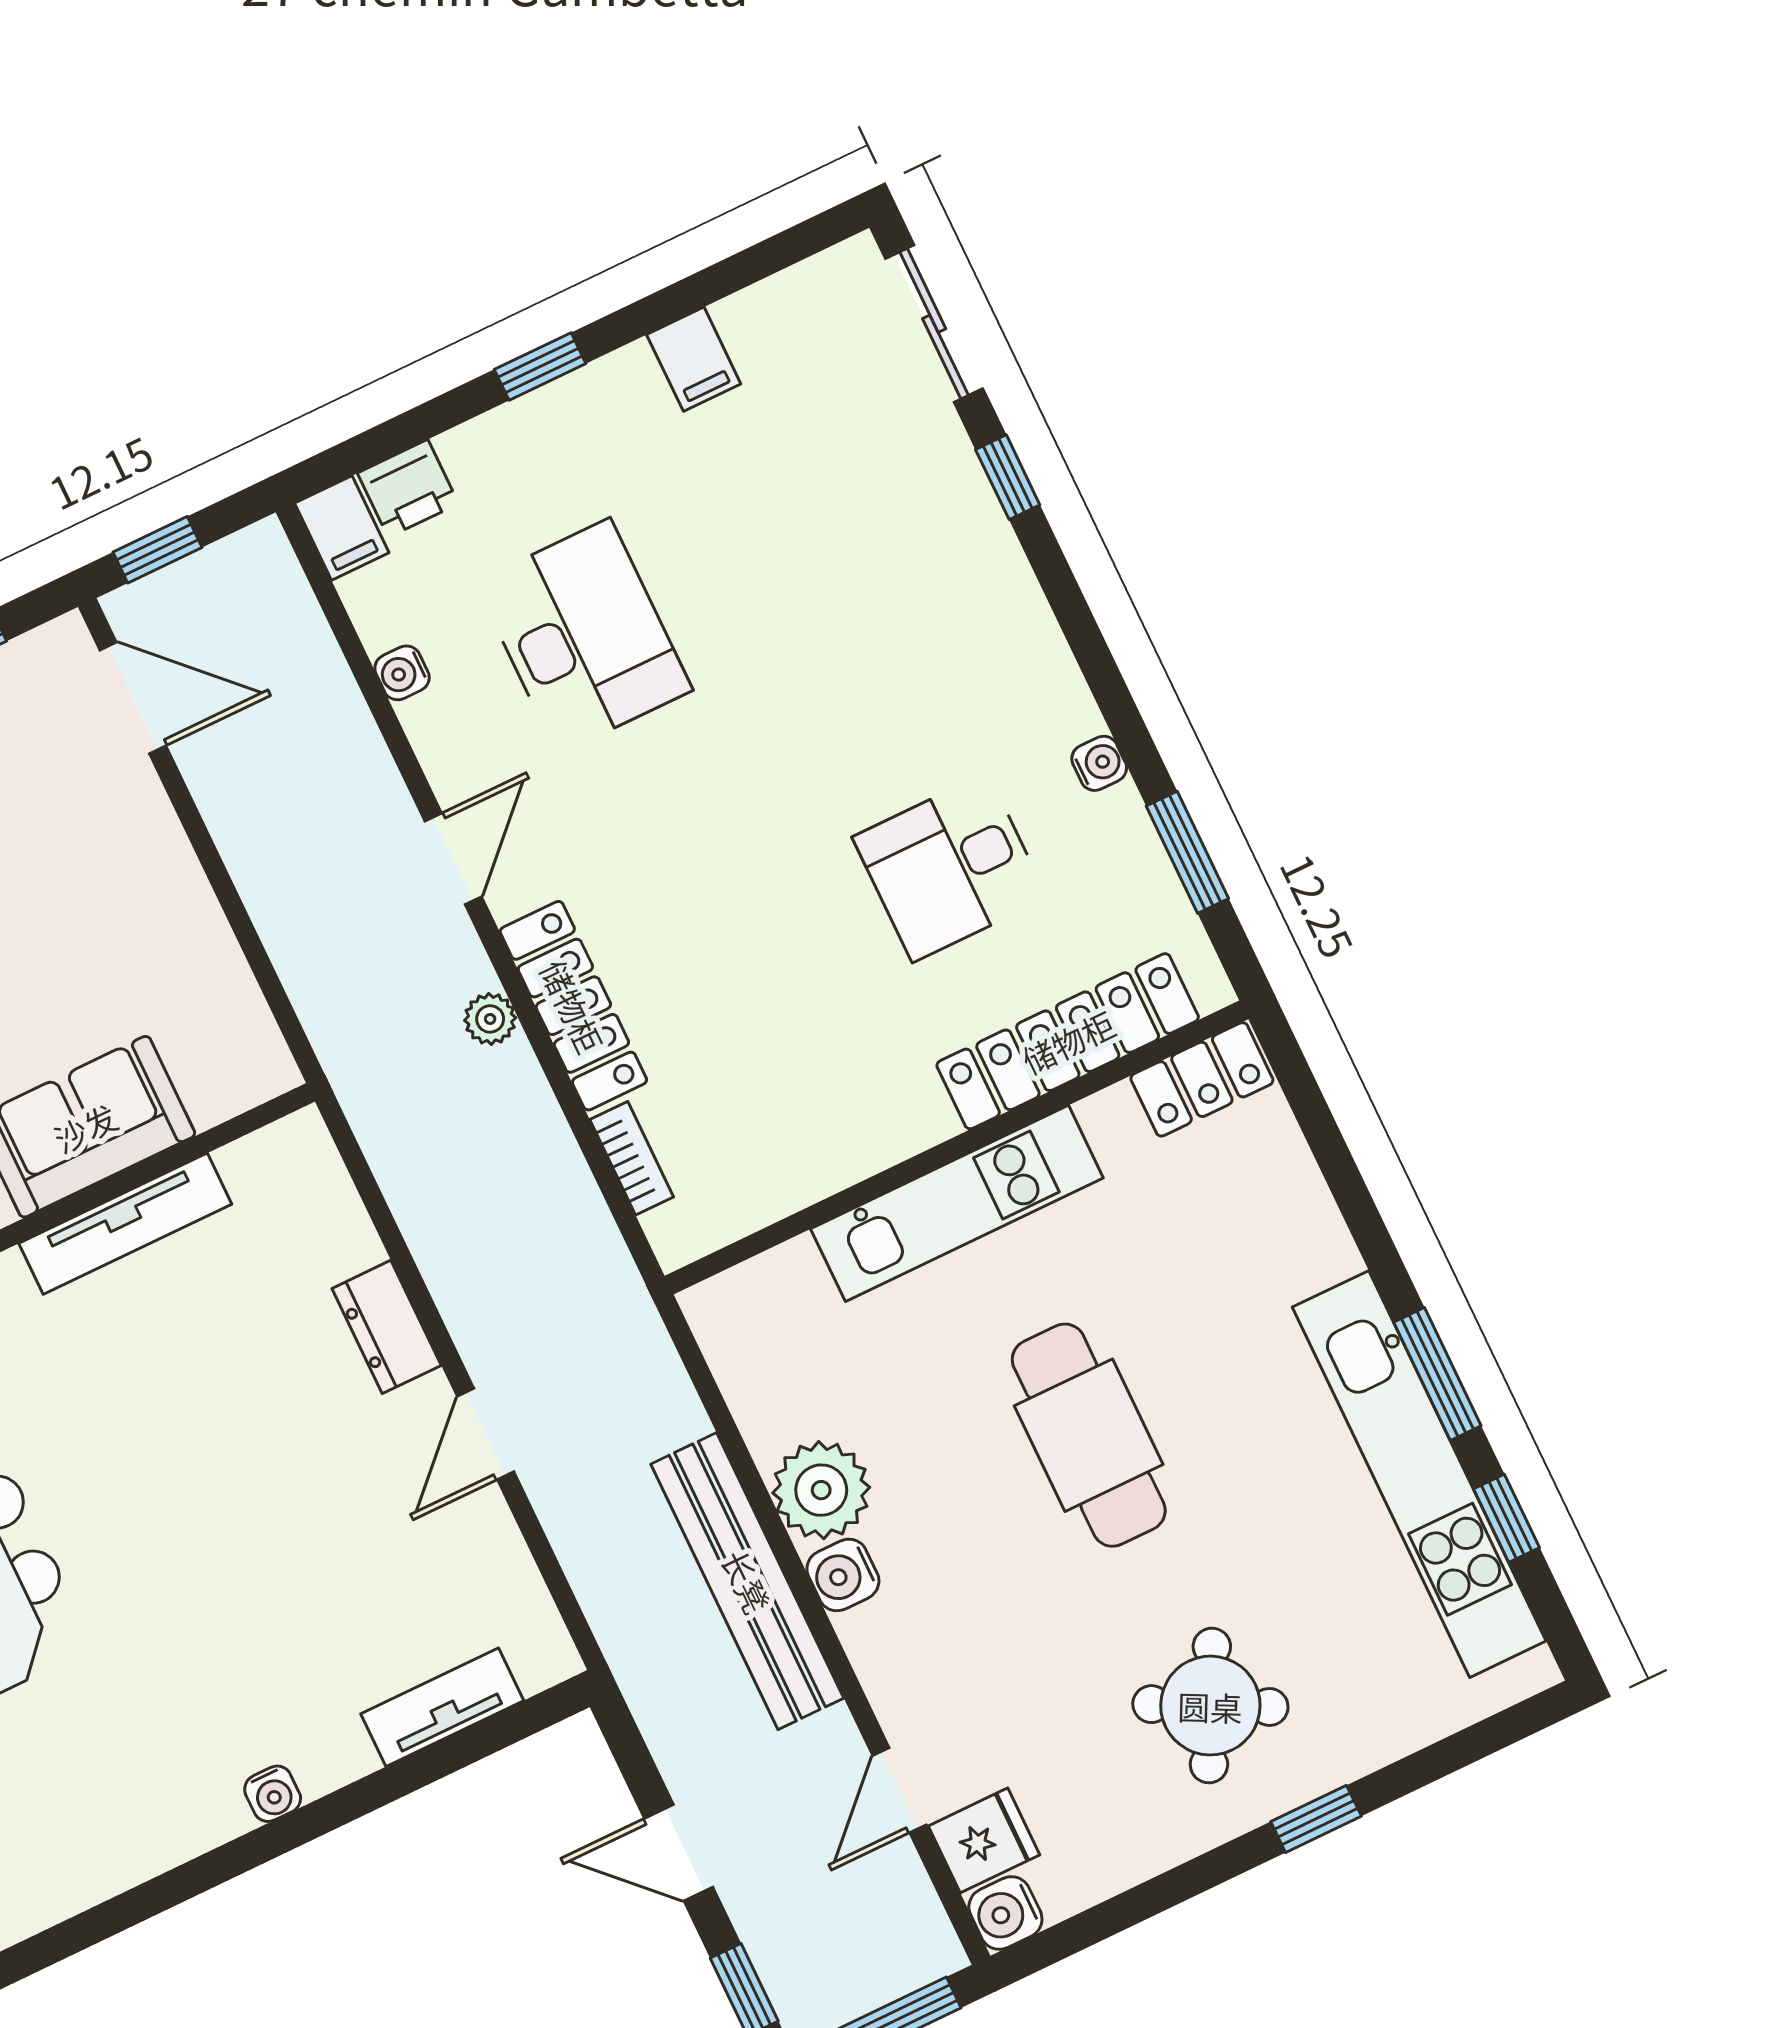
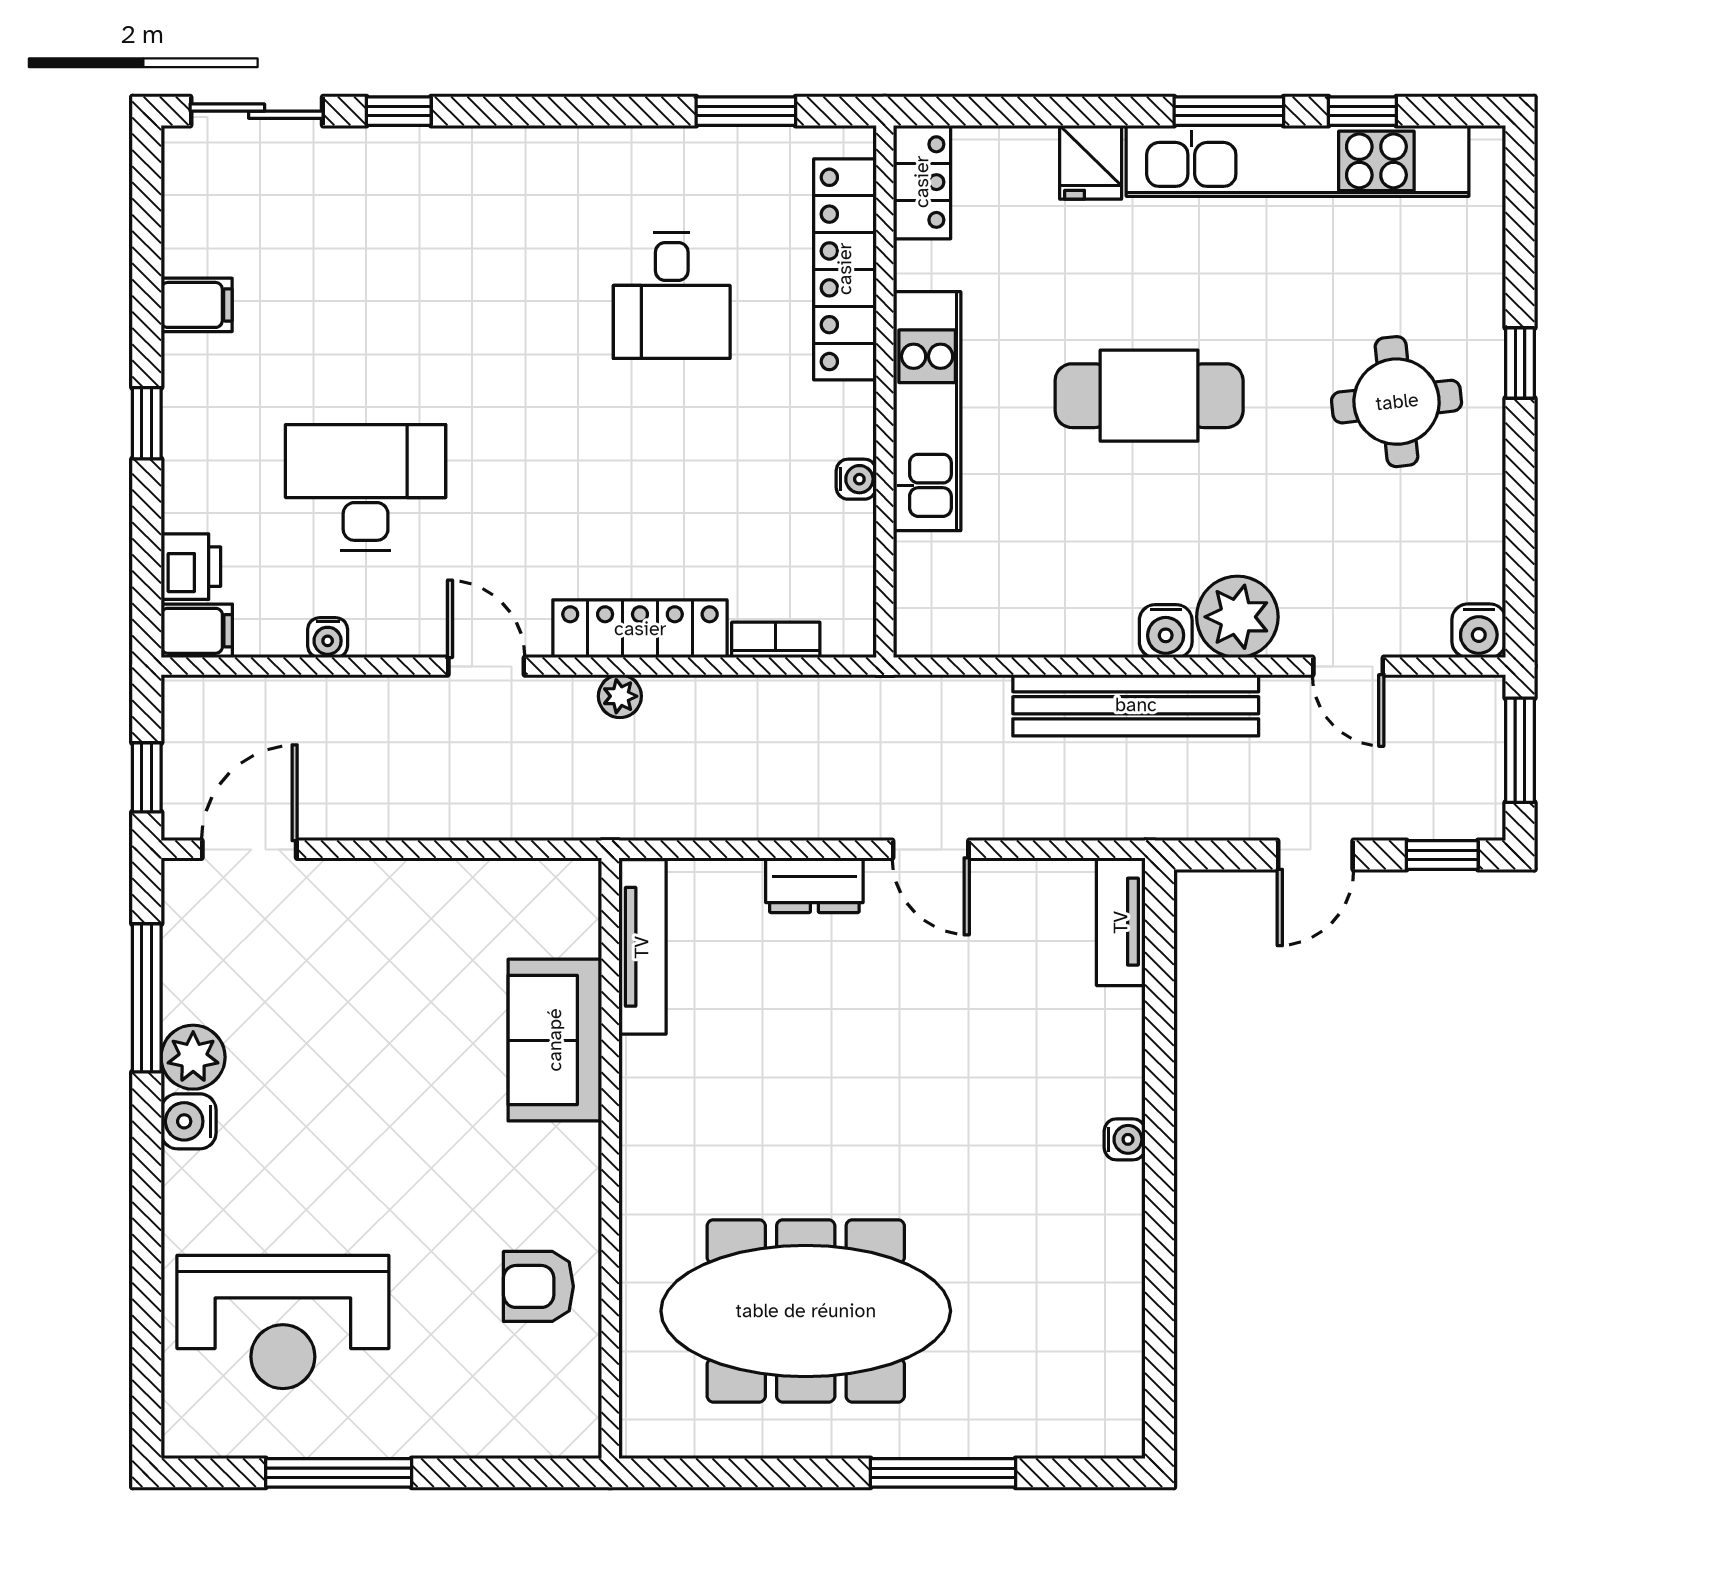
water cooler: (1099, 763) -> (856, 479), moved, turned 90
tv unit: (125, 1224) -> (642, 947), moved
plant: (821, 1490) -> (1237, 617), moved
round table: (1210, 1706) -> (1397, 402), turned -33
tv unit: (442, 1707) -> (1121, 922), moved
fridge: (984, 1840) -> (1091, 162), moved, turned 180

